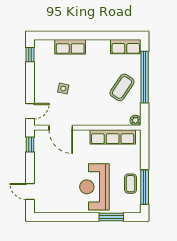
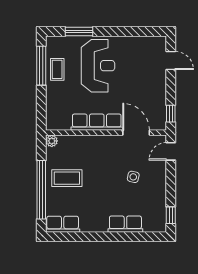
coffee table: (122, 87) -> (67, 178), turned 56
row of seats: (113, 137) -> (97, 122), moved

